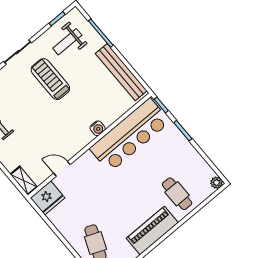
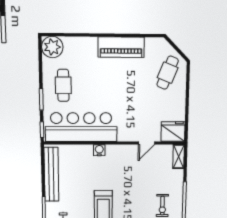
door: (62, 169) -> (147, 143), hinge flipped
plant: (216, 183) -> (52, 47), width x1.87, depth x1.87
cafe table: (177, 194) -> (63, 85), moved

